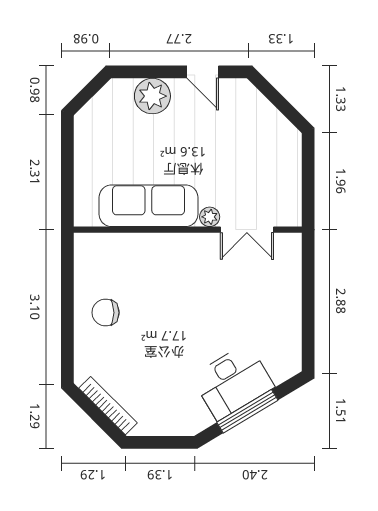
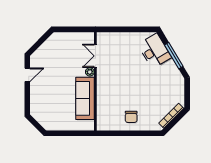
plant: (152, 96) -> (38, 97), removed
double door: (247, 230) -> (95, 56), swing flipped
desk: (233, 382) -> (154, 51), moved

